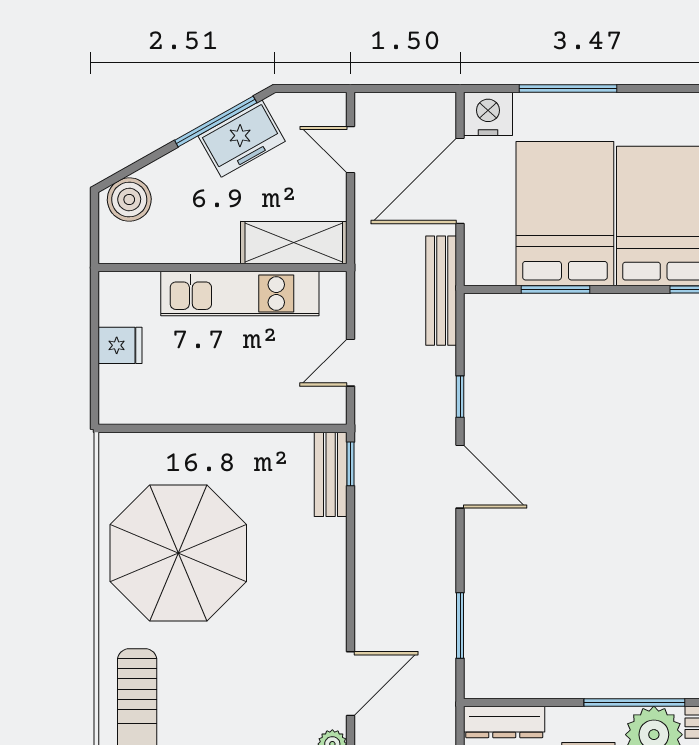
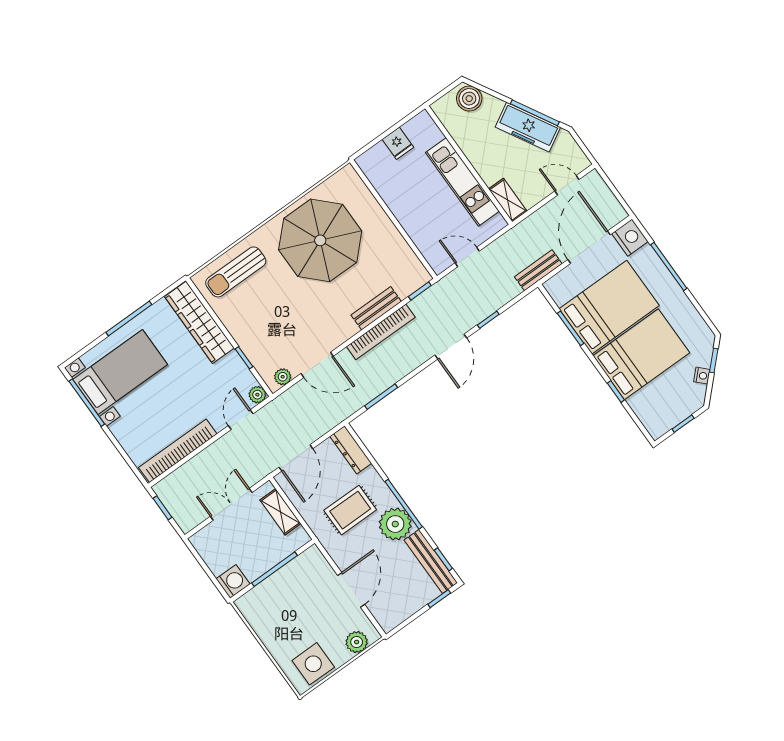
freezer: (242, 139) -> (528, 127), width x1.40
door: (350, 150) -> (567, 185), hinge flipped
door: (460, 181) -> (589, 247), hinge flipped
shelving: (294, 243) -> (508, 200), width x0.67, depth x0.75
bench: (441, 291) -> (538, 270), width x0.73
bench: (331, 474) -> (376, 308), moved
bookcase: (368, 560) -> (381, 332), added

